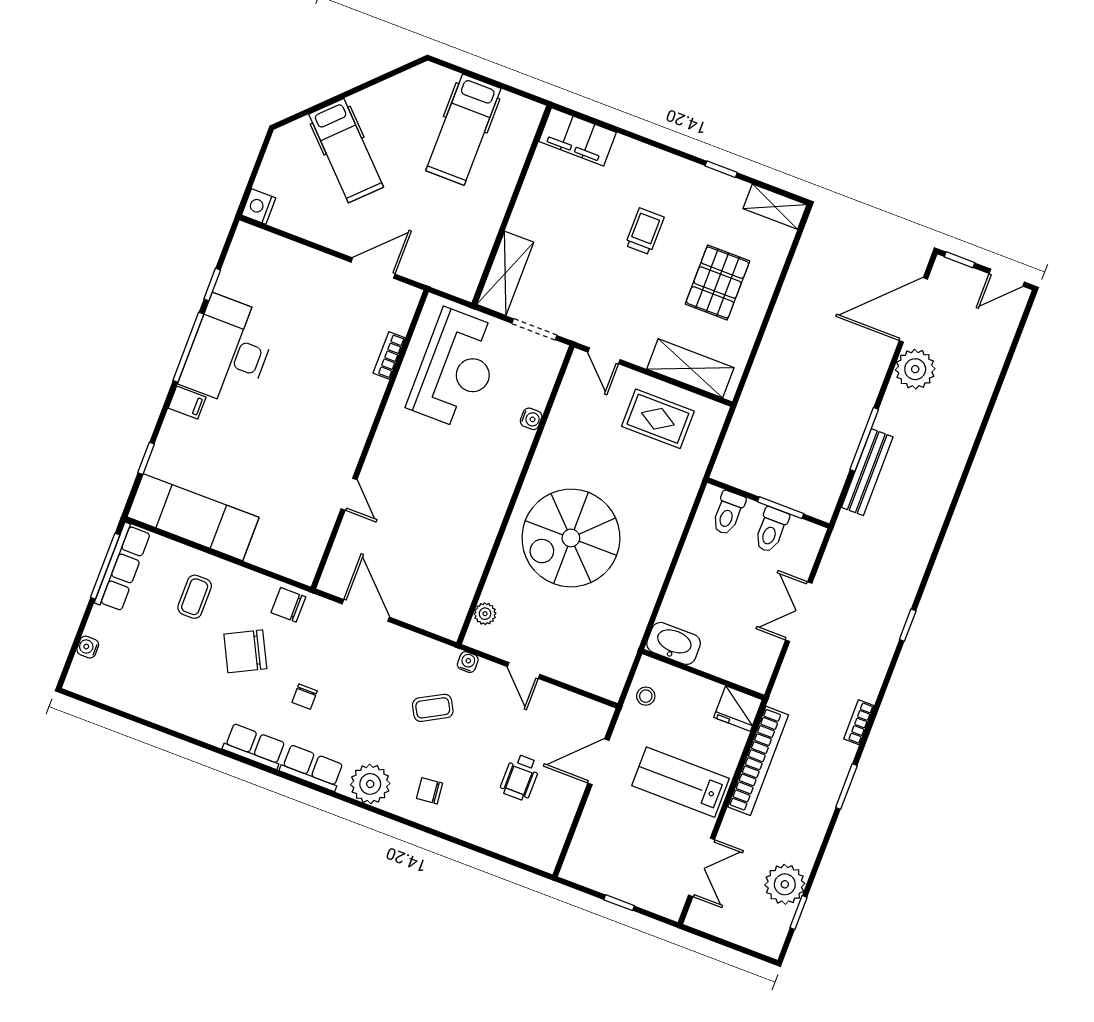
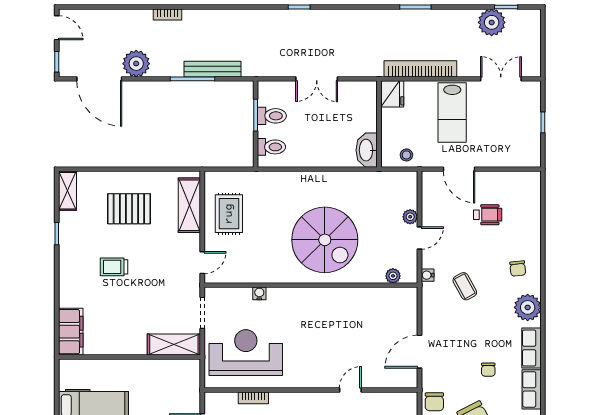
plant: (558, 669) -> (410, 217), added
chair: (305, 697) -> (488, 370), turned 90
bookcase: (859, 722) -> (168, 15), moved

